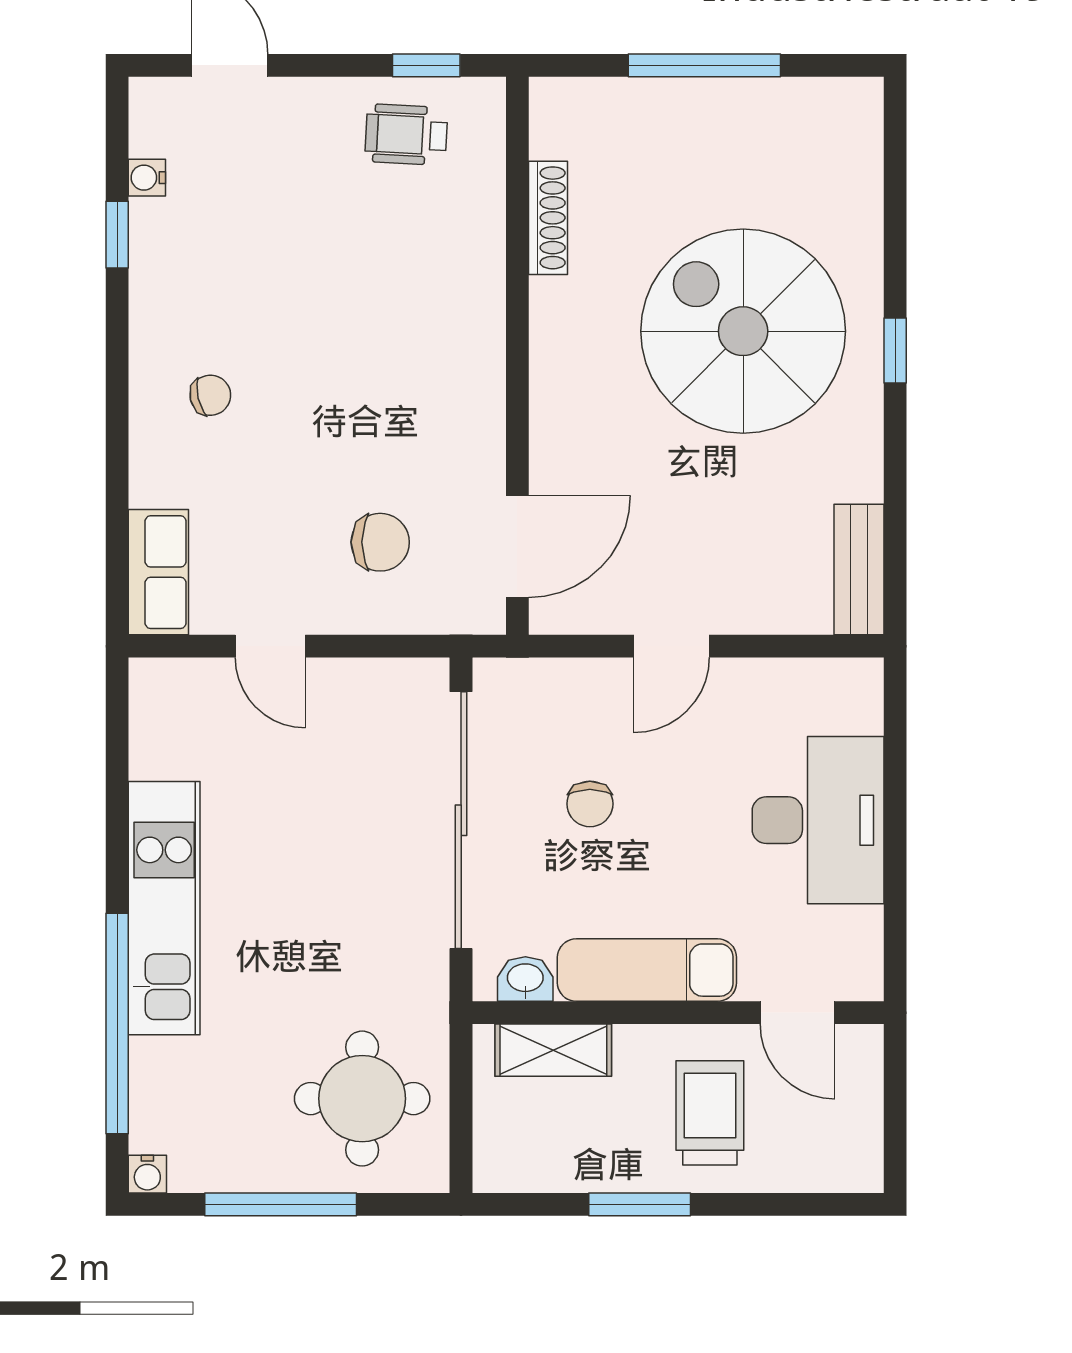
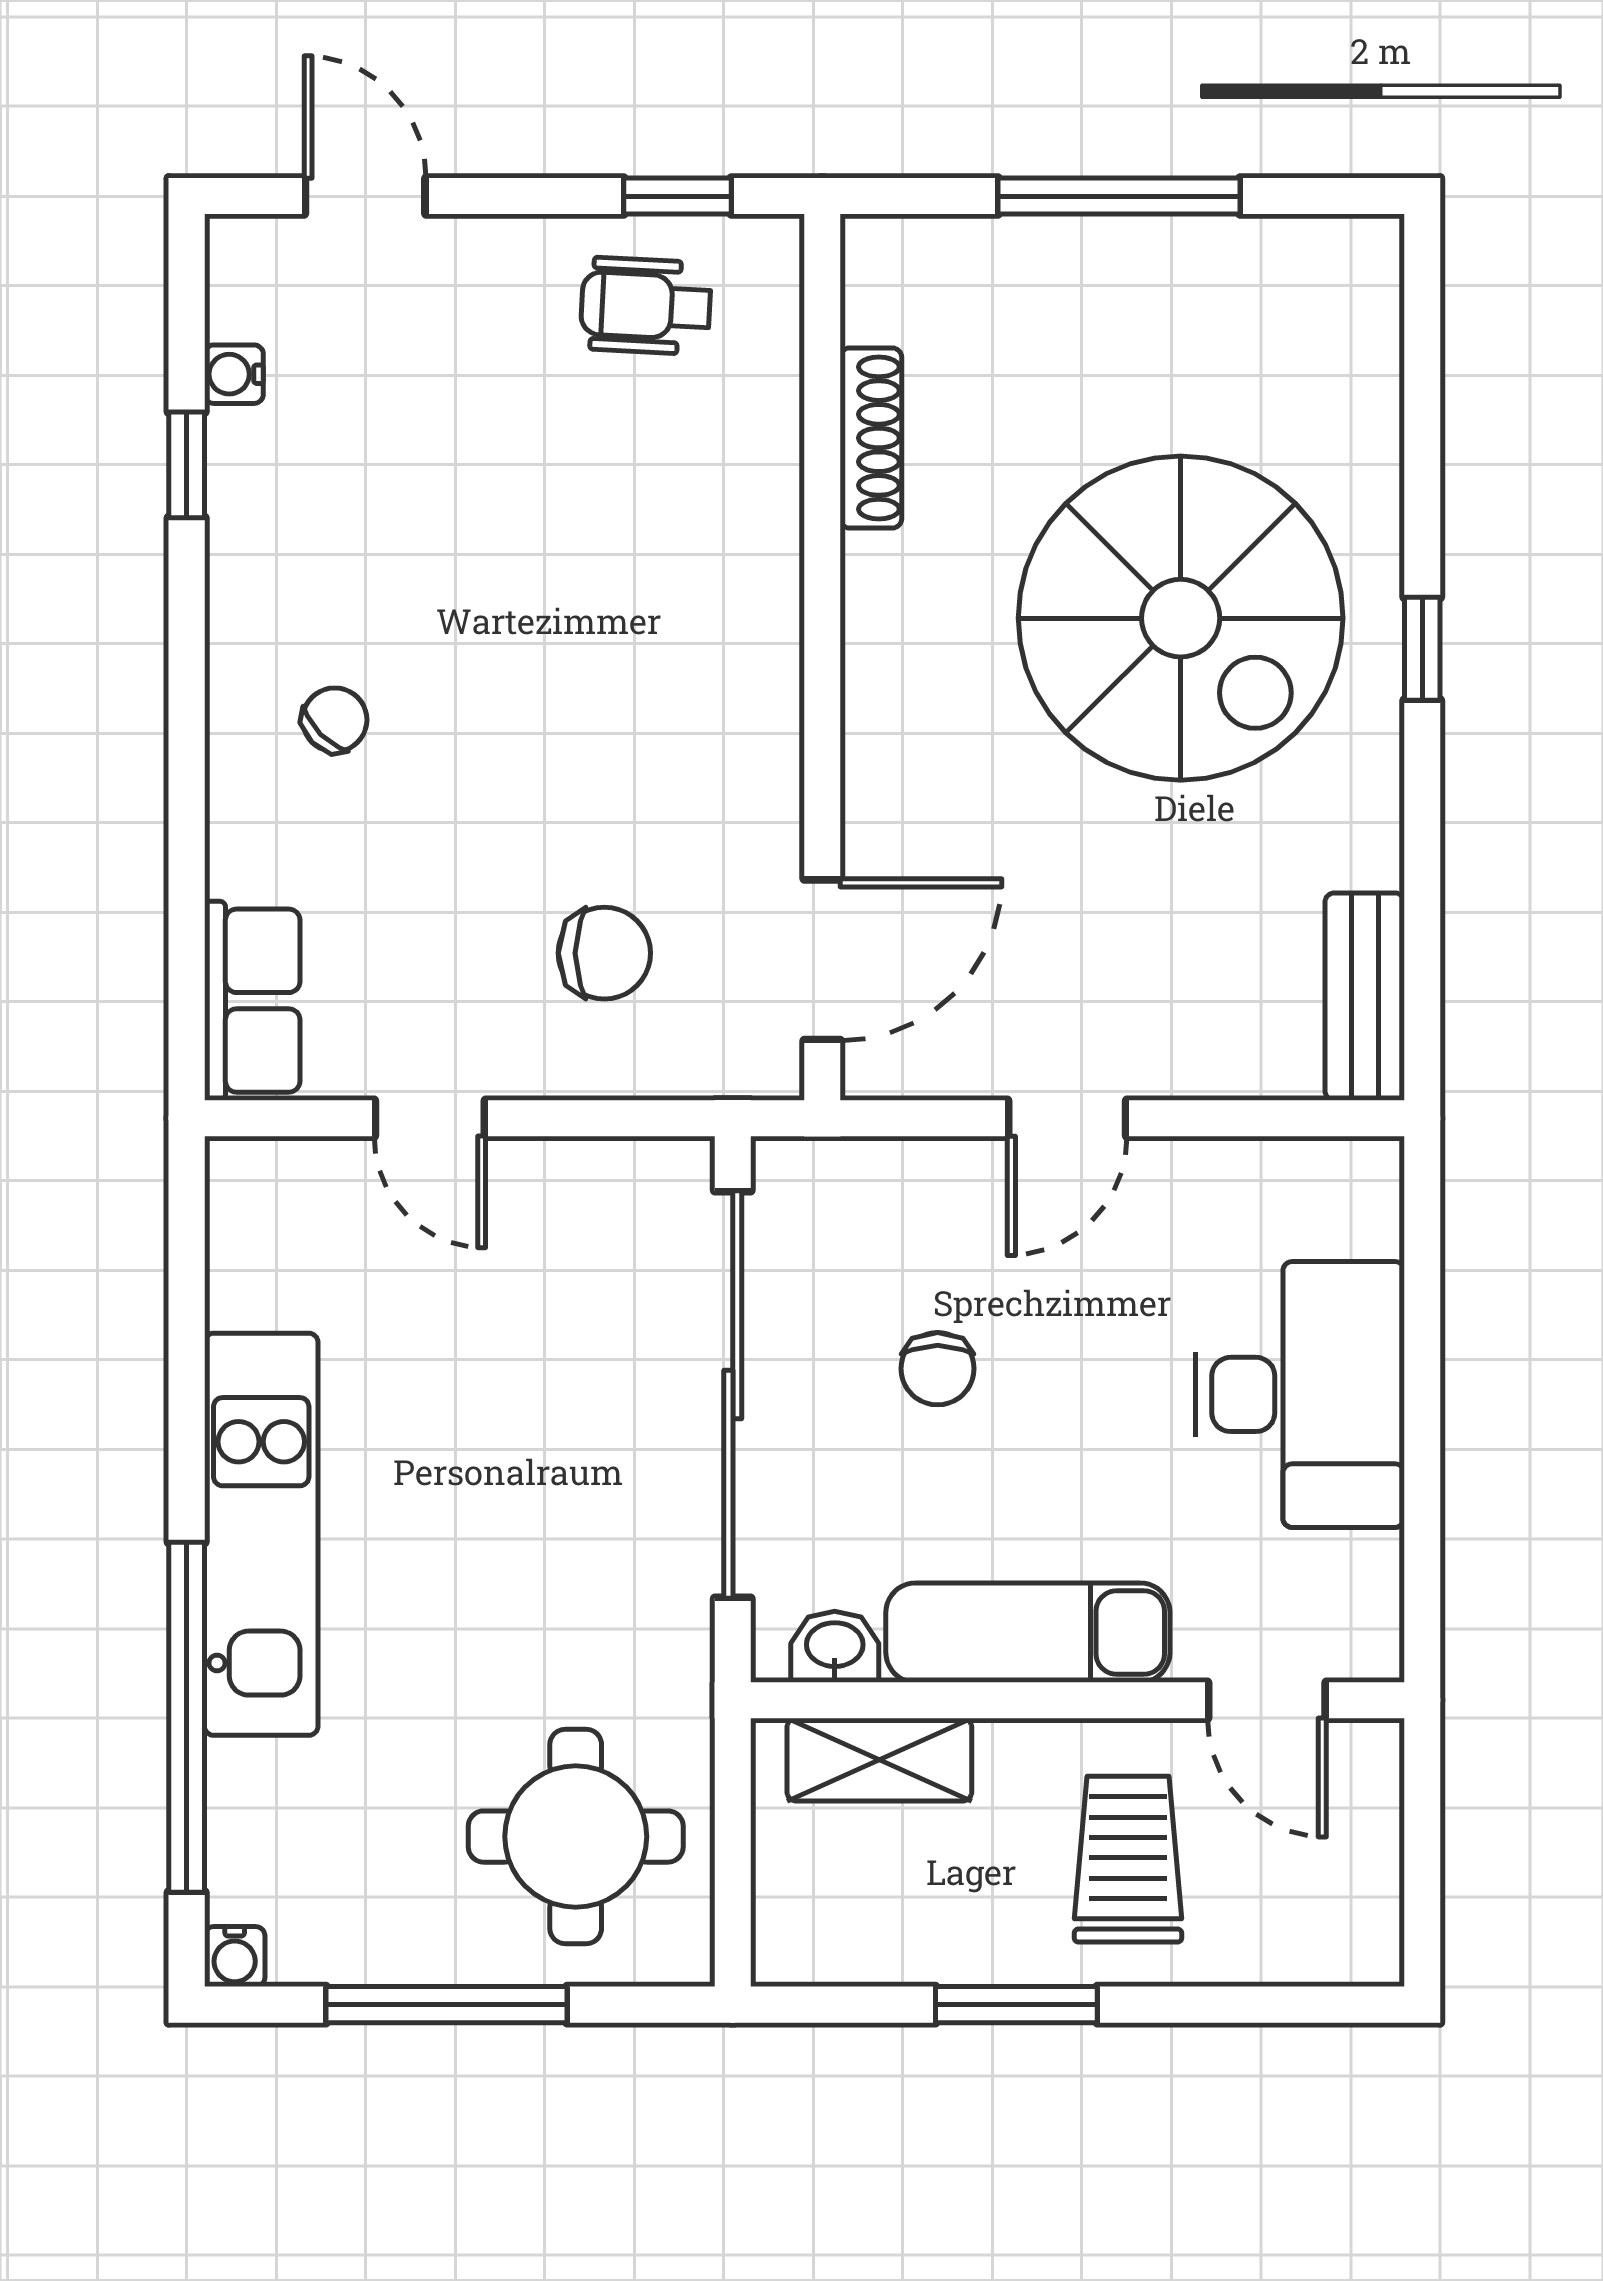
spiral stairs: (743, 331) -> (1181, 618), turned 180
chair: (210, 395) -> (335, 720), turned -32

